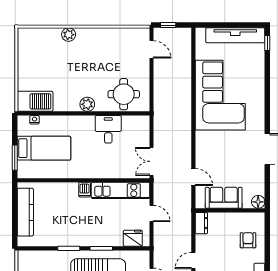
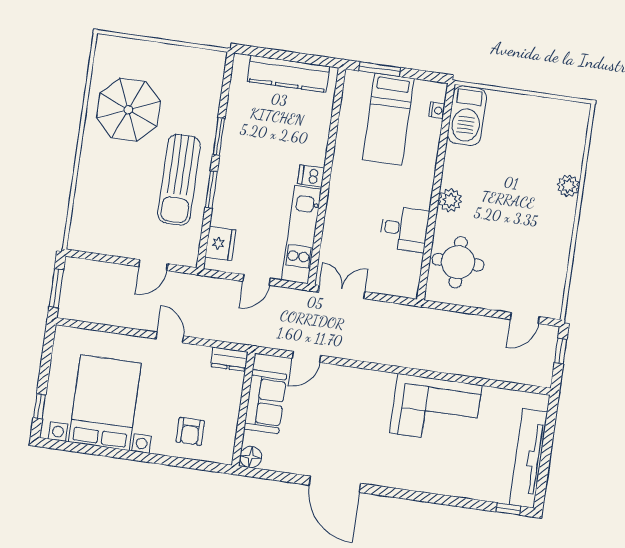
corner sofa: (220, 95) -> (436, 409), width x0.73, depth x0.74
armchair: (248, 240) -> (190, 431), turned 90

